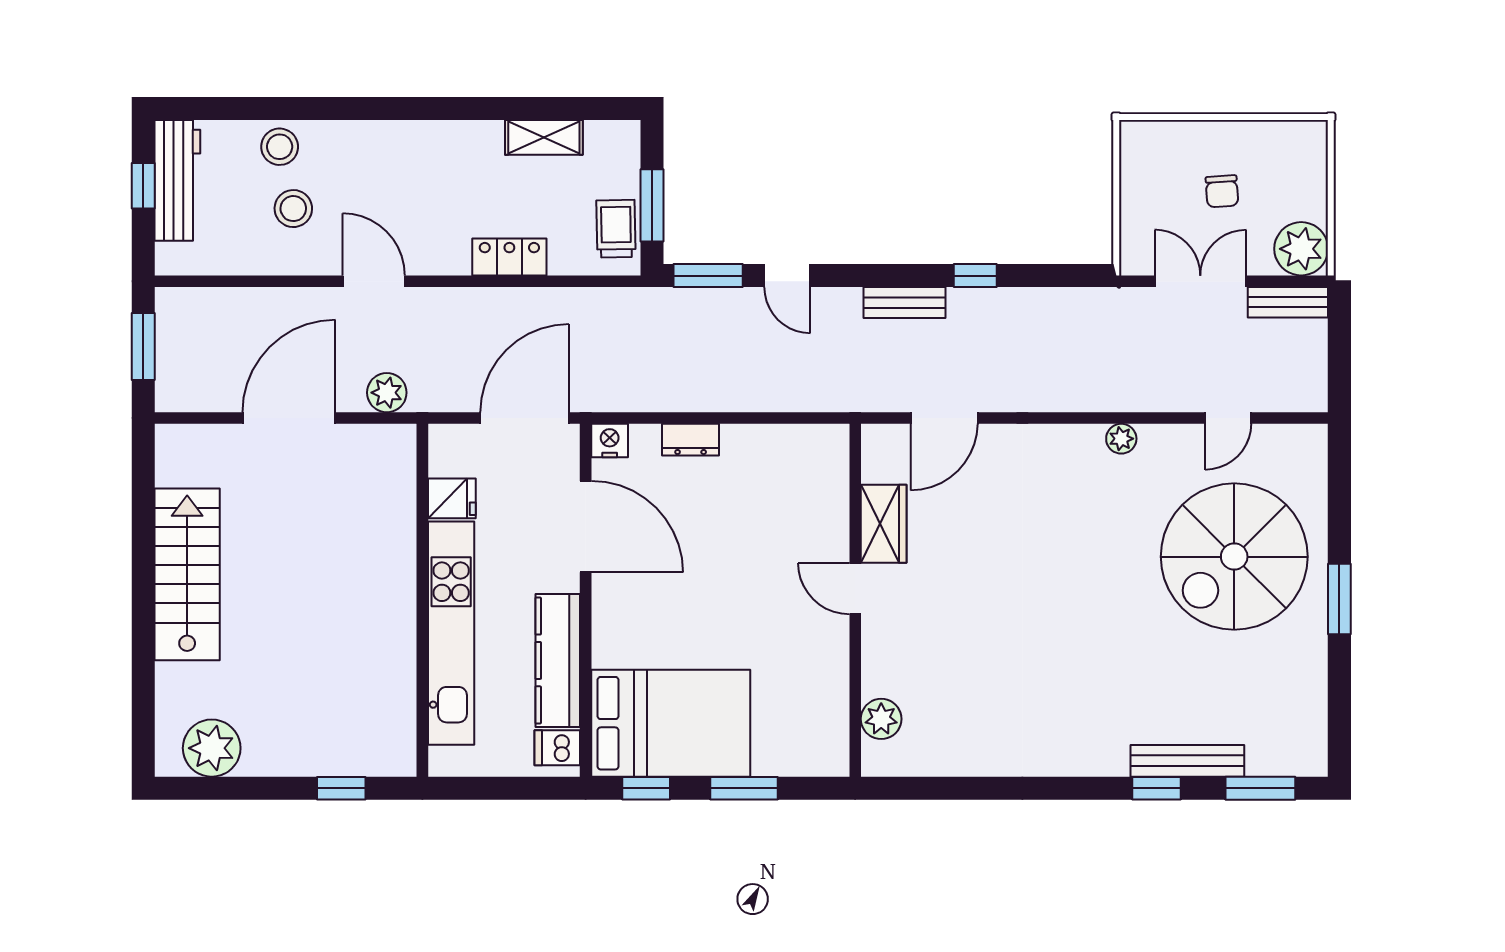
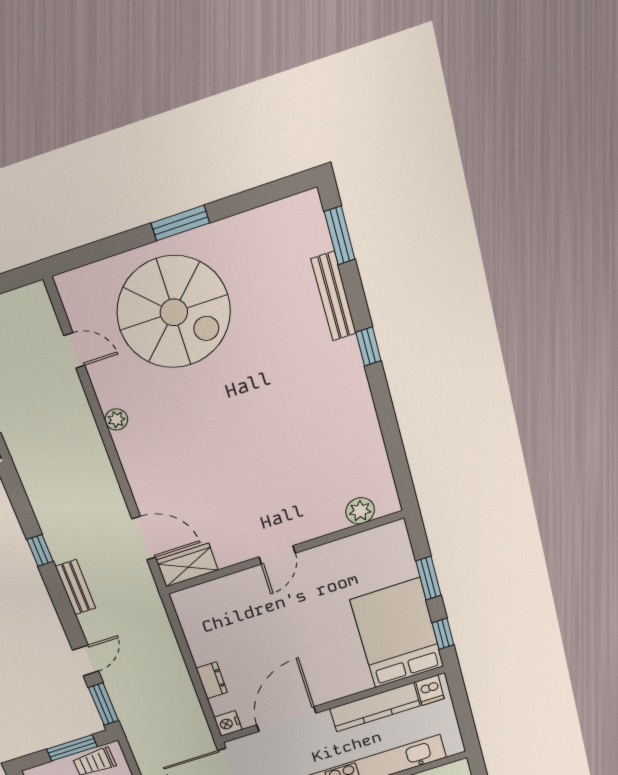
wardrobe: (884, 524) -> (187, 565), moved
window: (1156, 788) -> (368, 346), moved

